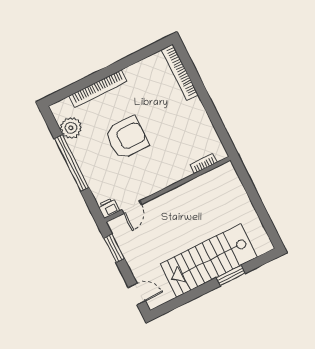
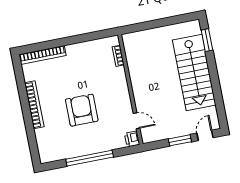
bookcase: (98, 89) -> (34, 105), moved
plant: (71, 128) -> (62, 151), removed
window: (114, 248) -> (180, 140), moved
window: (231, 275) -> (207, 40), moved

